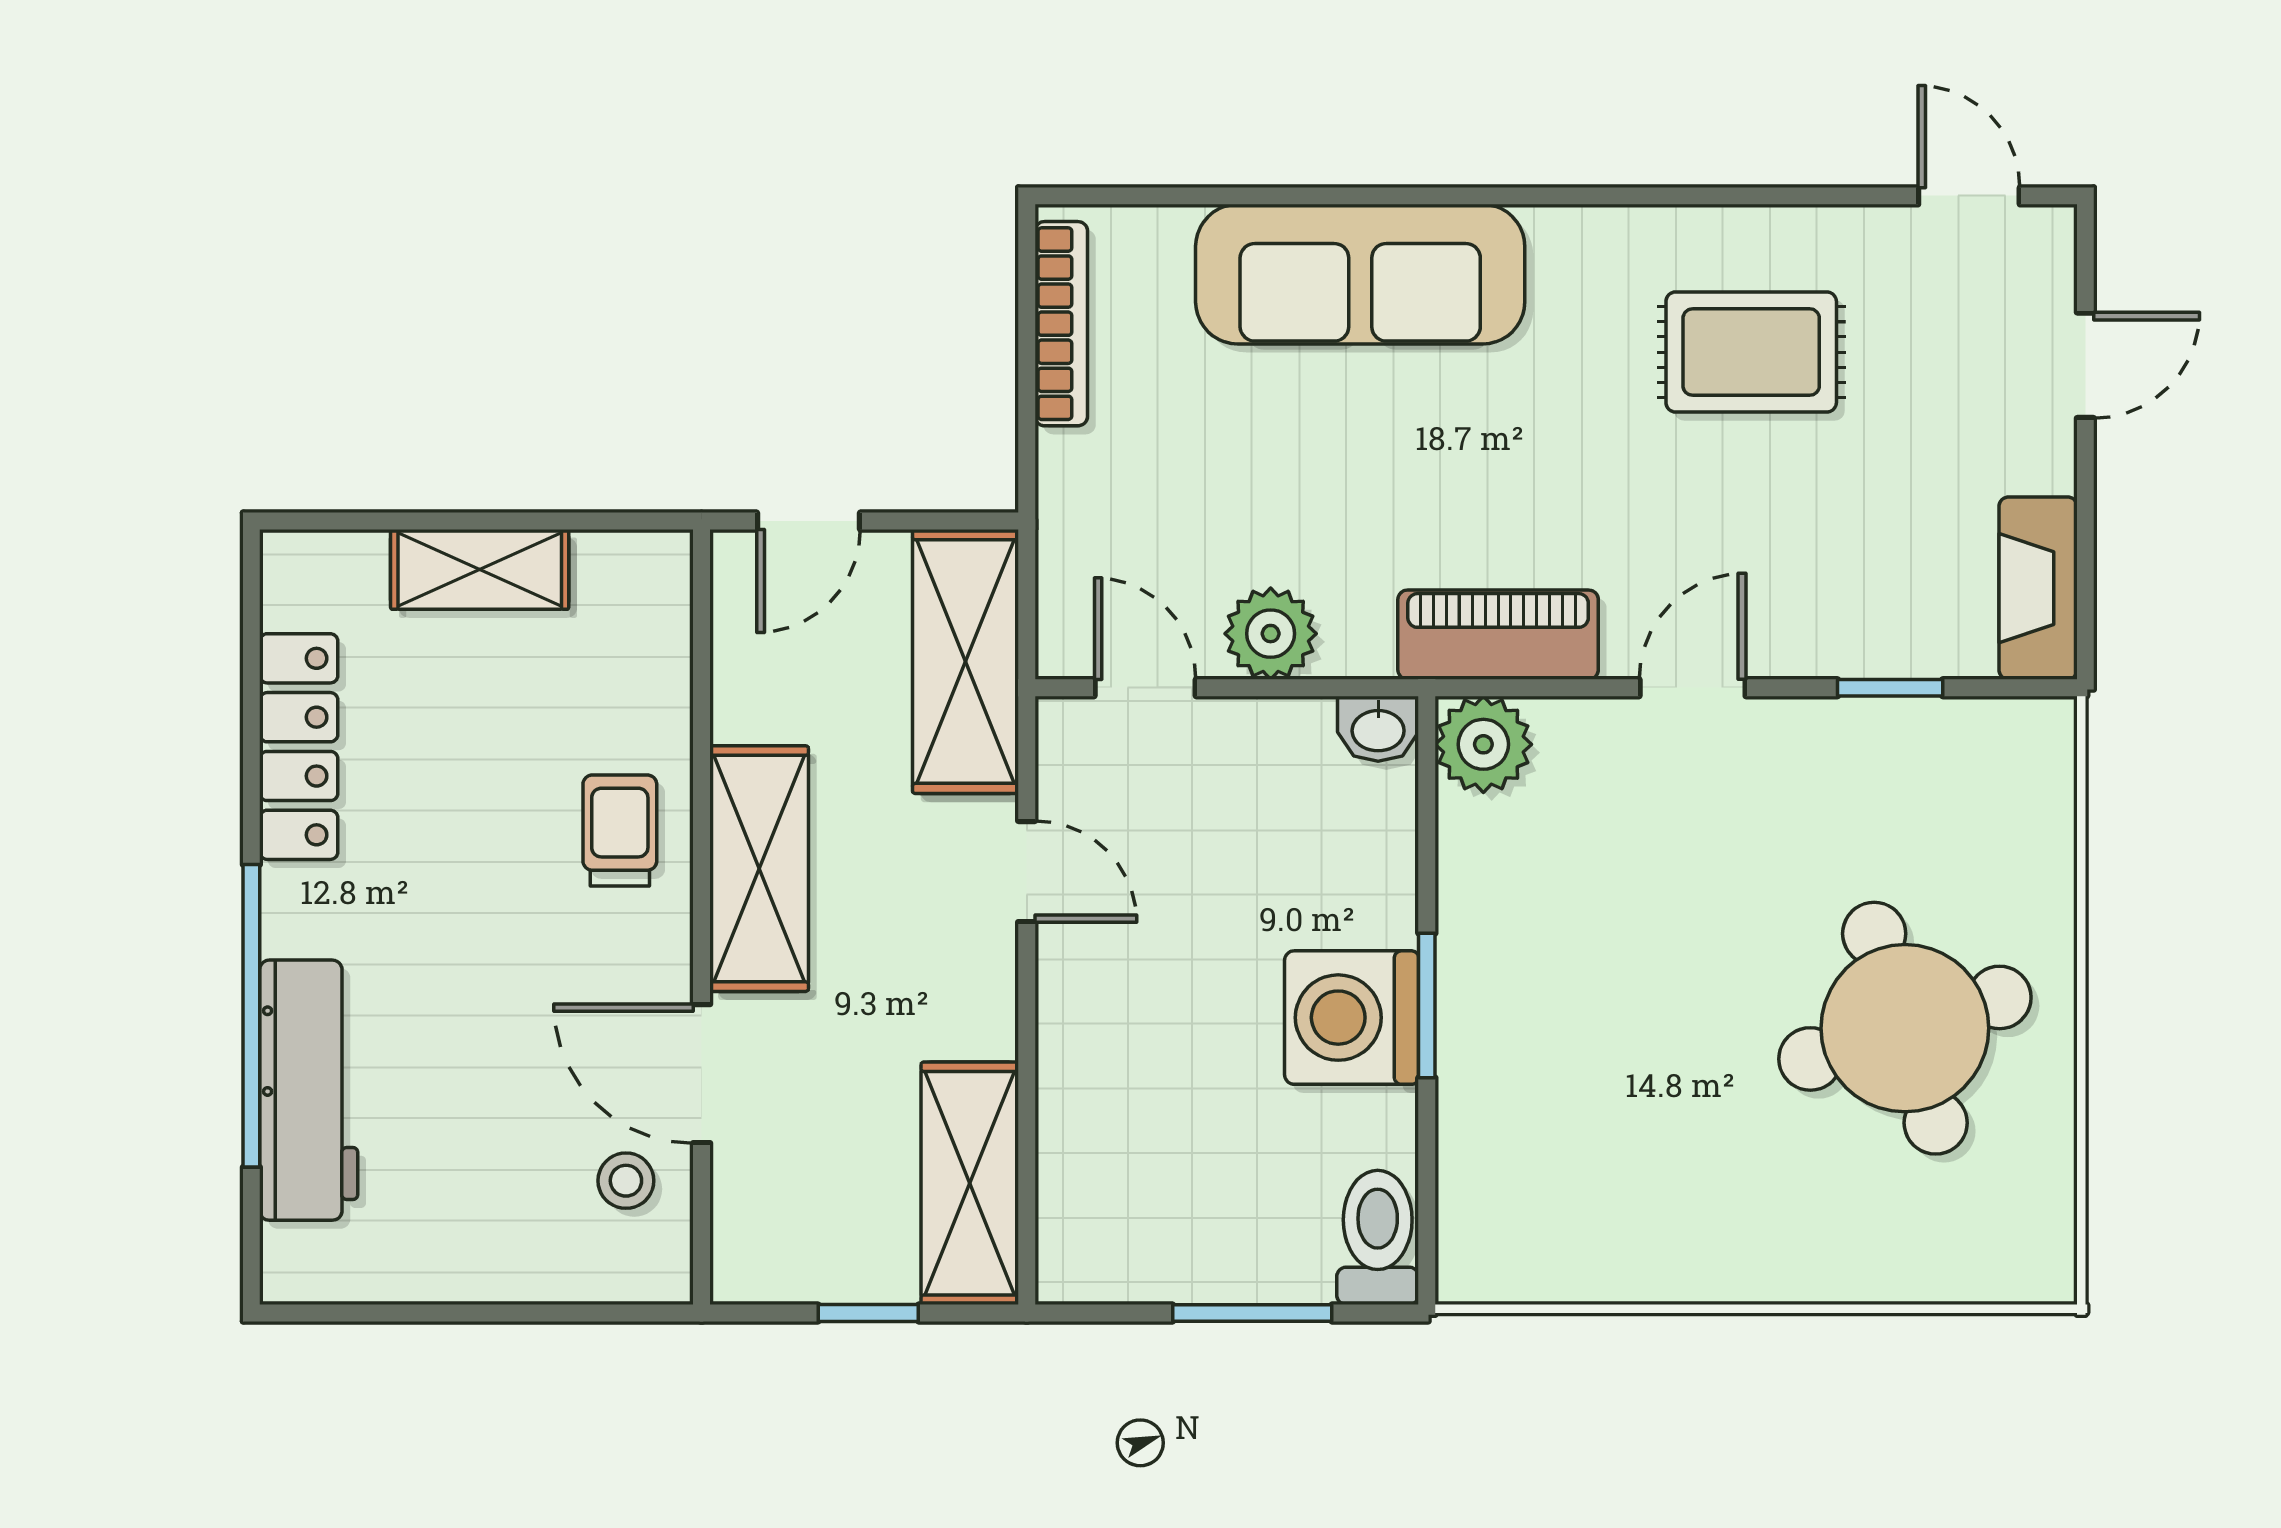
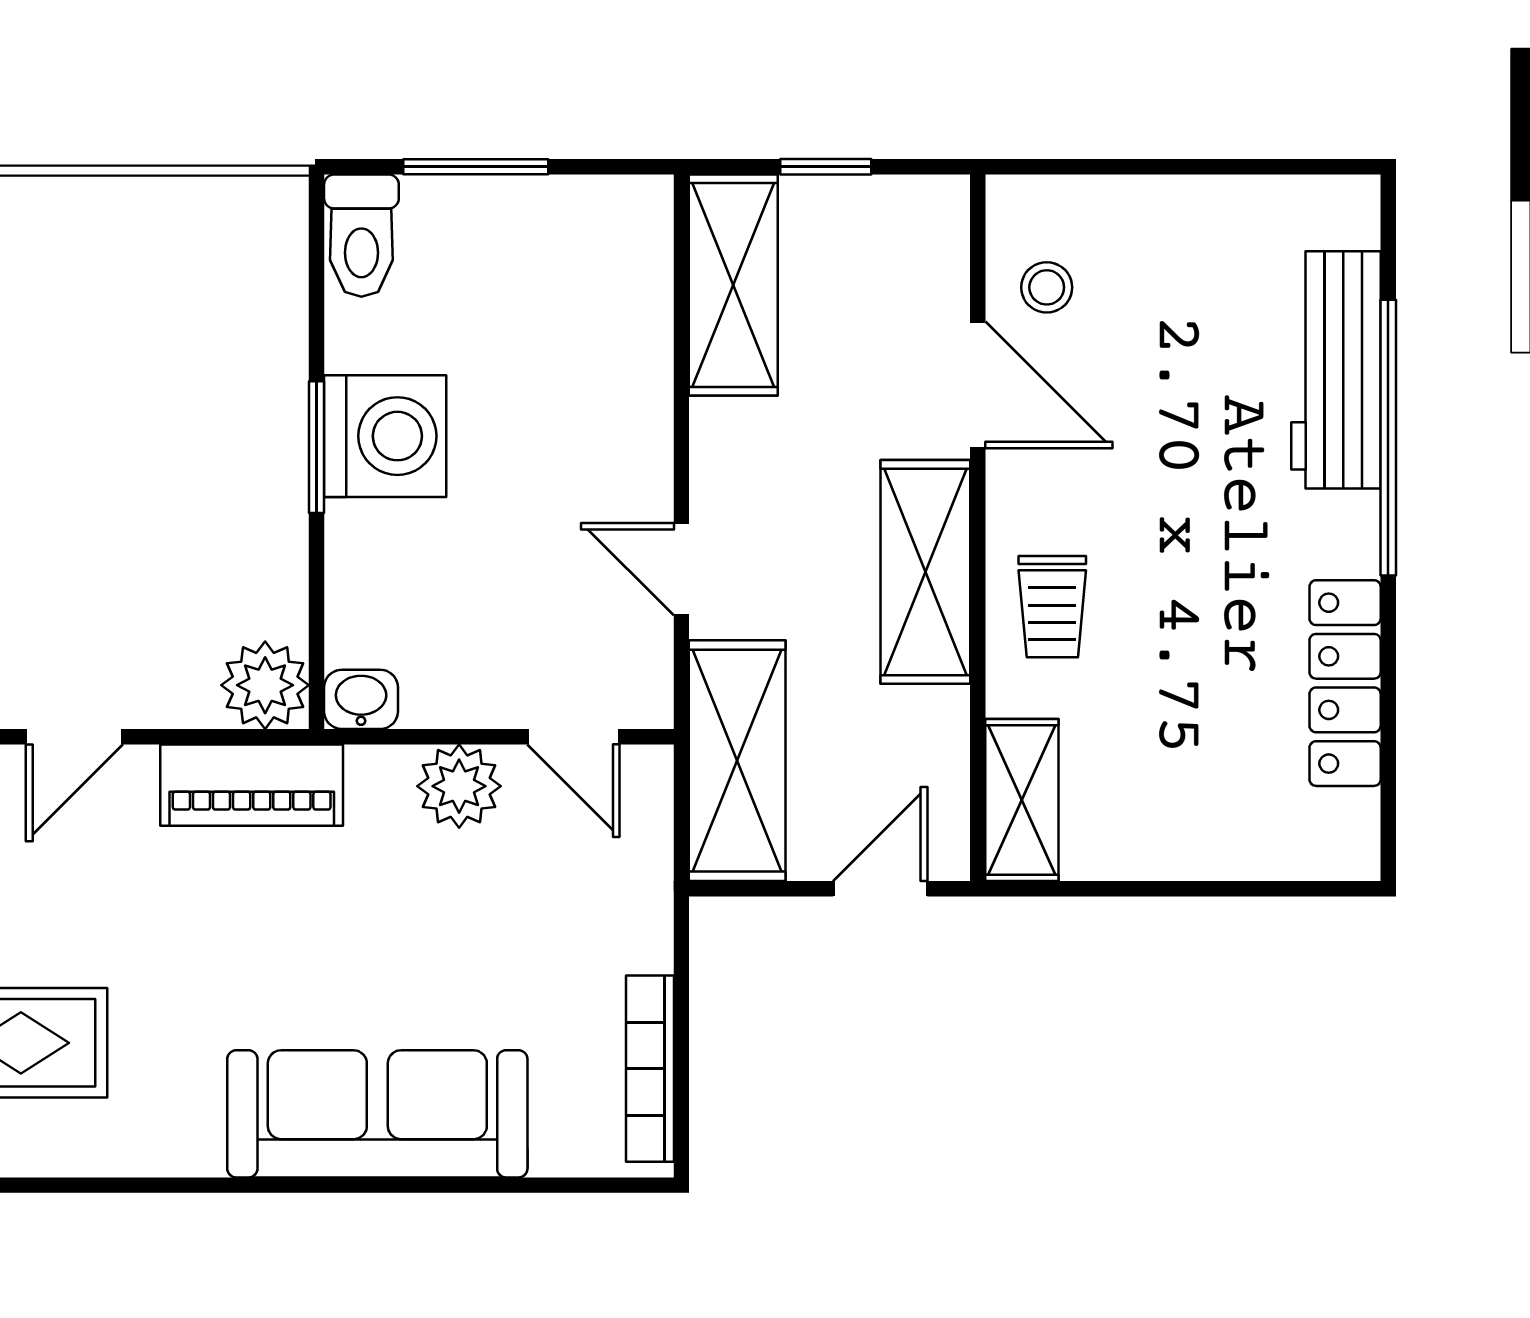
shelving: (480, 569) -> (1022, 800), moved, turned 90

